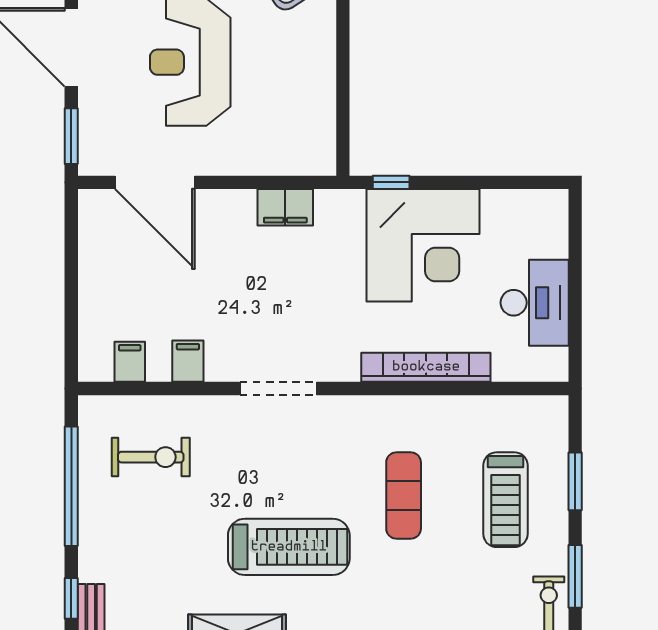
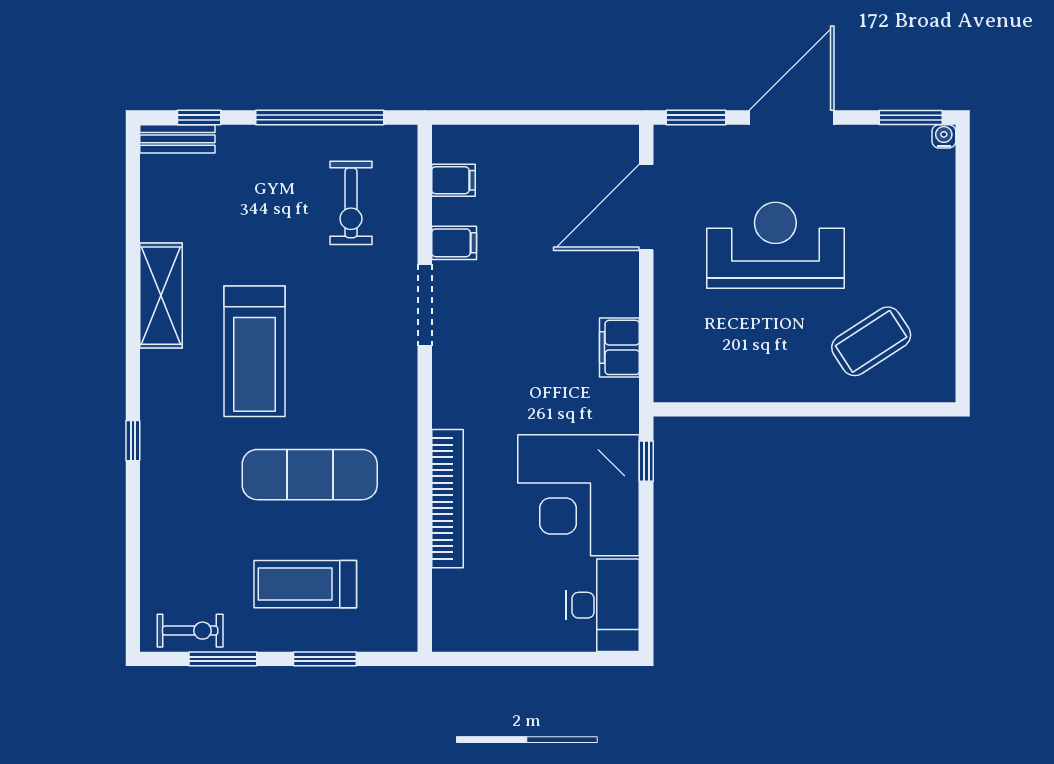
desk: (535, 303) -> (603, 605), moved, turned -90
doorway: (278, 388) -> (425, 305), moved
exercise mat: (404, 496) -> (310, 475), width x1.36, depth x1.45

